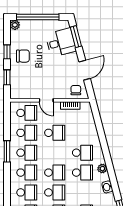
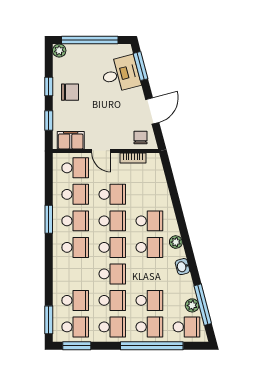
filing cabinet: (23, 92) -> (71, 140), added
school desk: (27, 192) -> (112, 221), moved

